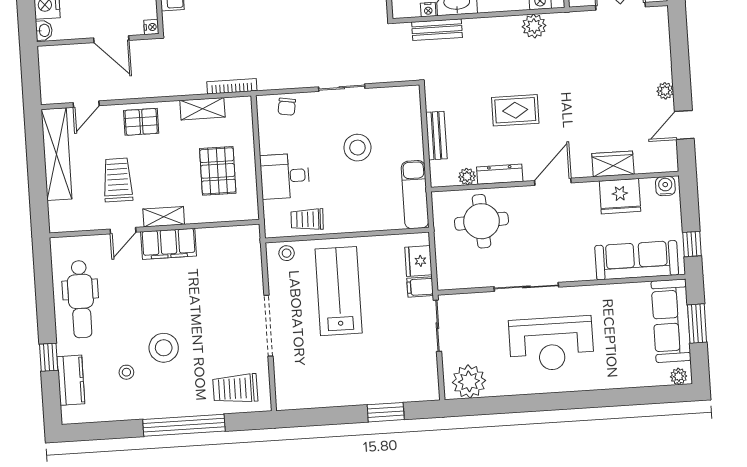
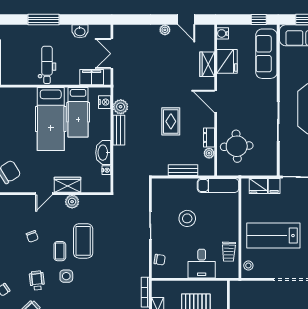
bench: (437, 30) -> (119, 130), moved
dresser: (500, 174) -> (209, 137), width x0.70

